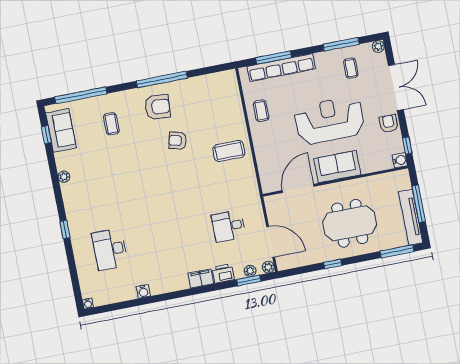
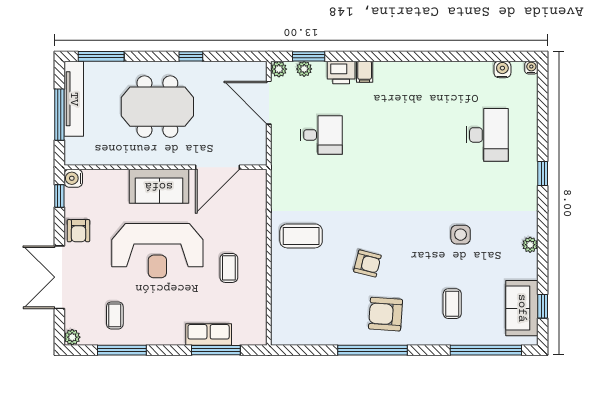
row of seats: (281, 68) -> (209, 334), width x0.50
coffee table: (261, 111) -> (229, 268), moved
side table: (115, 174) -> (461, 235), added
filing cabinet: (201, 278) -> (365, 72), width x0.50
water cooler: (143, 291) -> (502, 69), moved

